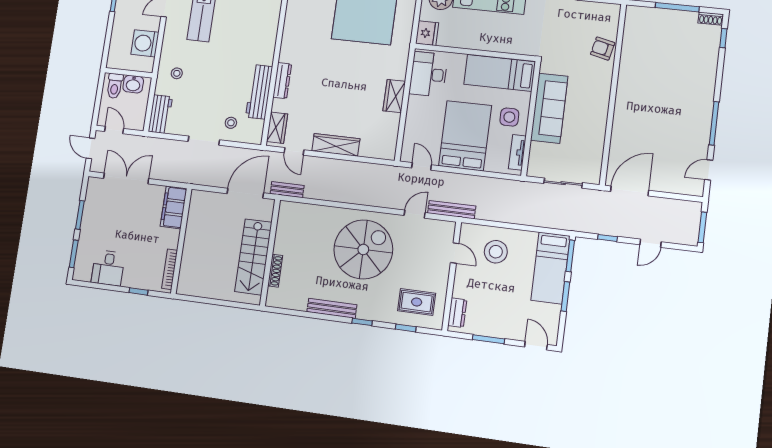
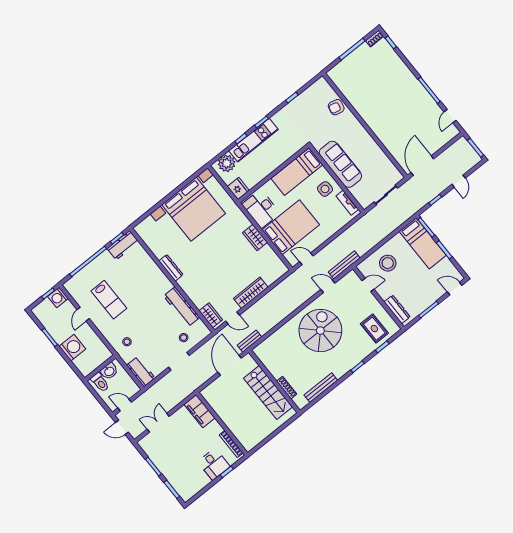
washing machine: (145, 43) -> (72, 348), moved, turned 180
dresser: (282, 81) -> (171, 268), moved
bed: (465, 136) -> (291, 227), moved, turned 90
double door: (126, 178) -> (158, 423), width x0.73
door: (415, 214) -> (328, 286), hinge flipped
desk: (108, 268) -> (214, 464), moved
rug: (417, 302) -> (374, 329), turned 90
bench: (332, 308) -> (321, 388), moved
dresser: (457, 313) -> (397, 309), width x1.44

